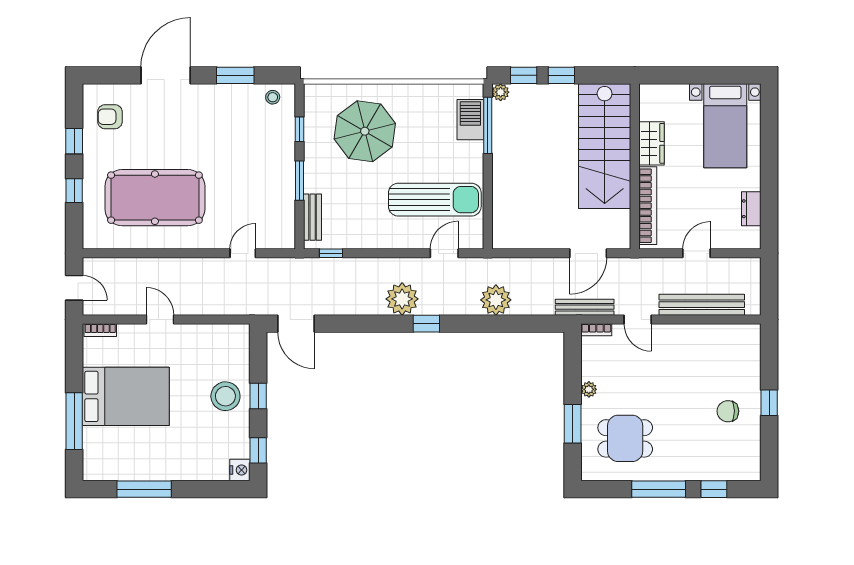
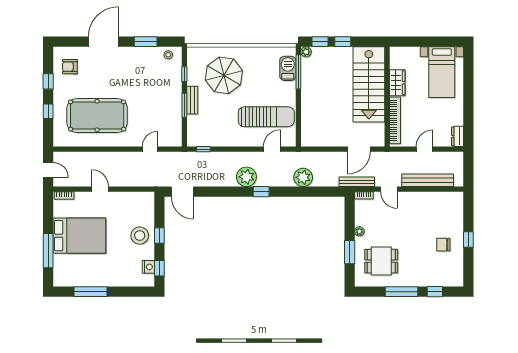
dresser: (751, 209) -> (458, 136), moved
bench: (313, 217) -> (192, 100), moved
nightstand: (240, 470) -> (148, 267), moved

